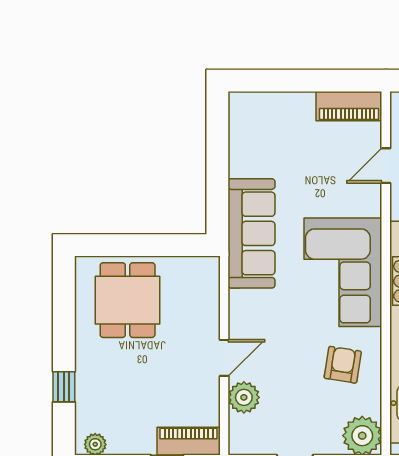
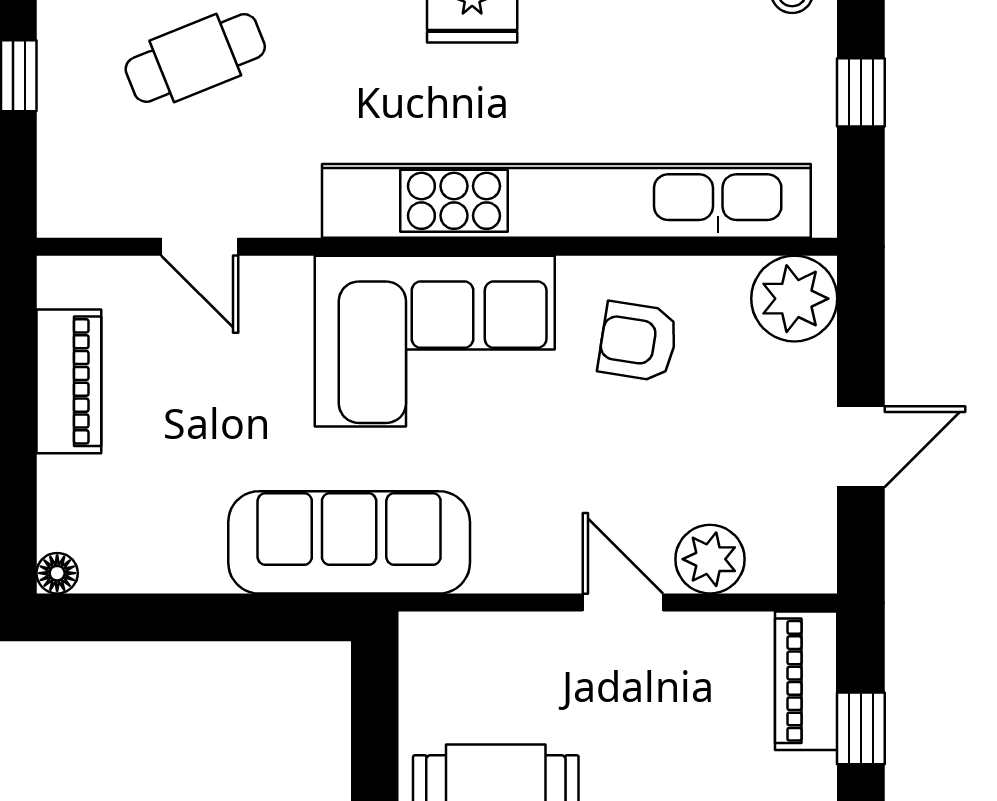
floor lamp: (237, 101) -> (57, 573), added
piano: (349, 106) -> (69, 381), moved

